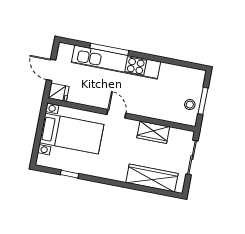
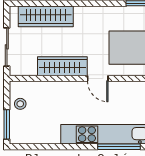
window: (203, 101) -> (7, 124), moved
wardrobe: (153, 132) -> (62, 66), width x1.50

